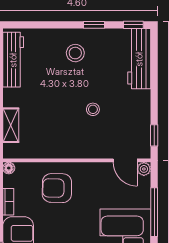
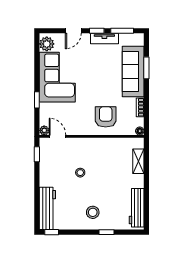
window: (94, 25) -> (107, 232), moved
armchair: (57, 188) -> (106, 117), turned -91
window: (154, 212) -> (37, 100), width x0.46

